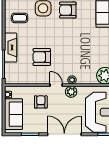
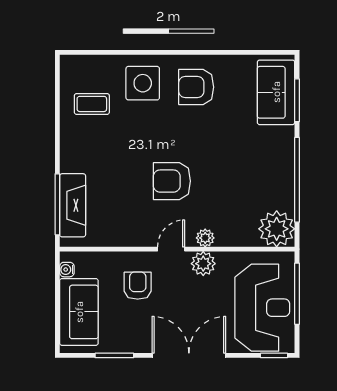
fireplace: (11, 48) -> (73, 205), moved
armchair: (42, 57) -> (172, 181), moved
door: (56, 85) -> (171, 249), hinge flipped

